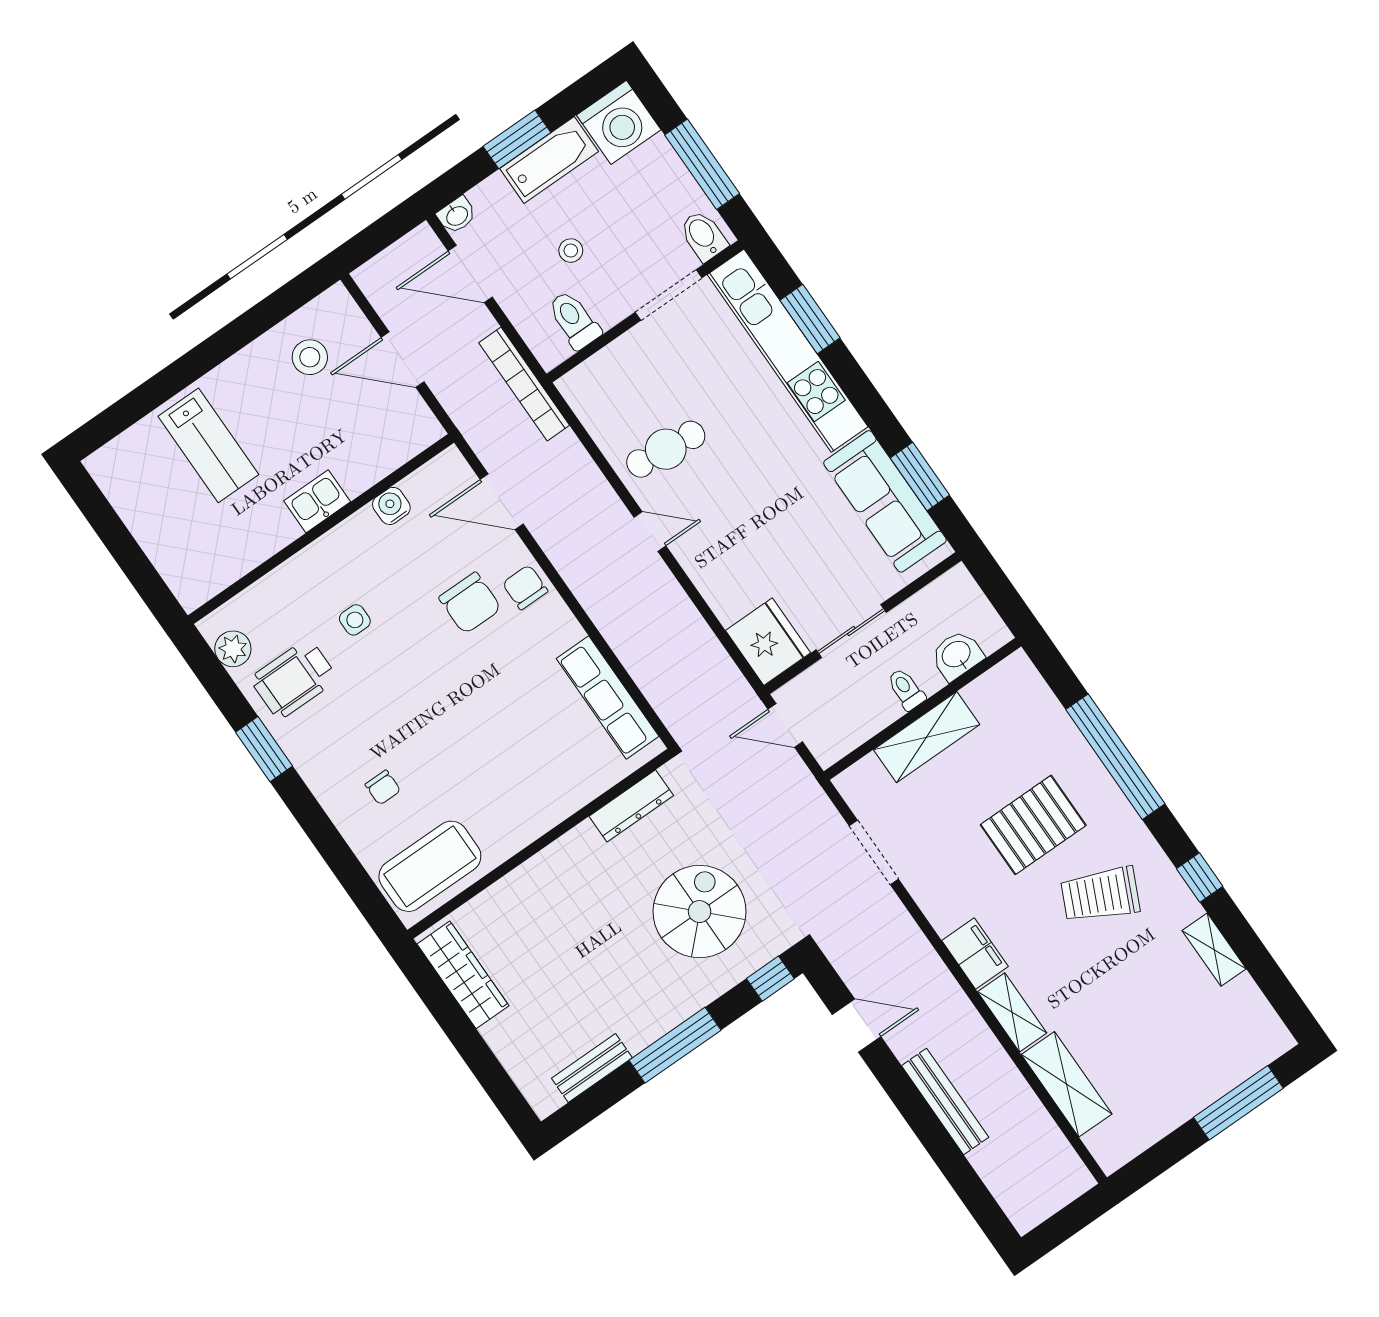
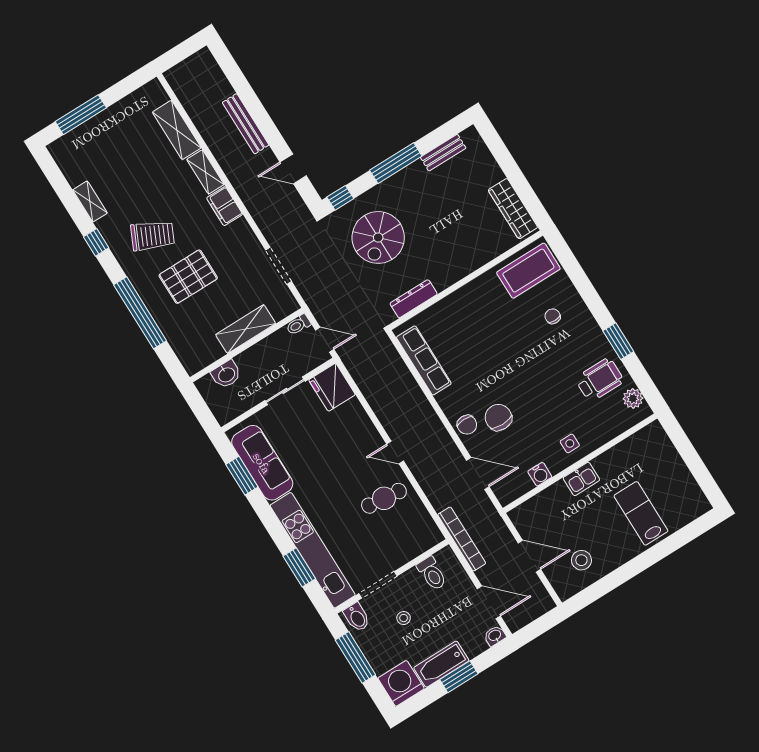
stool: (571, 251) -> (404, 618), moved
side table: (355, 620) -> (570, 443), moved
toilet: (906, 689) -> (298, 325), moved, turned 90

